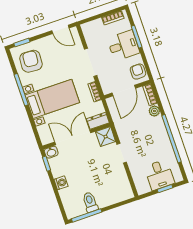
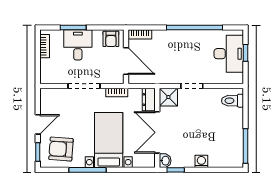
door: (60, 29) -> (38, 124), moved
armchair: (138, 72) -> (111, 39), turned -90
plant: (154, 111) -> (159, 36), removed
desk: (159, 175) -> (229, 54), width x1.37
toilet: (90, 202) -> (232, 101), moved

